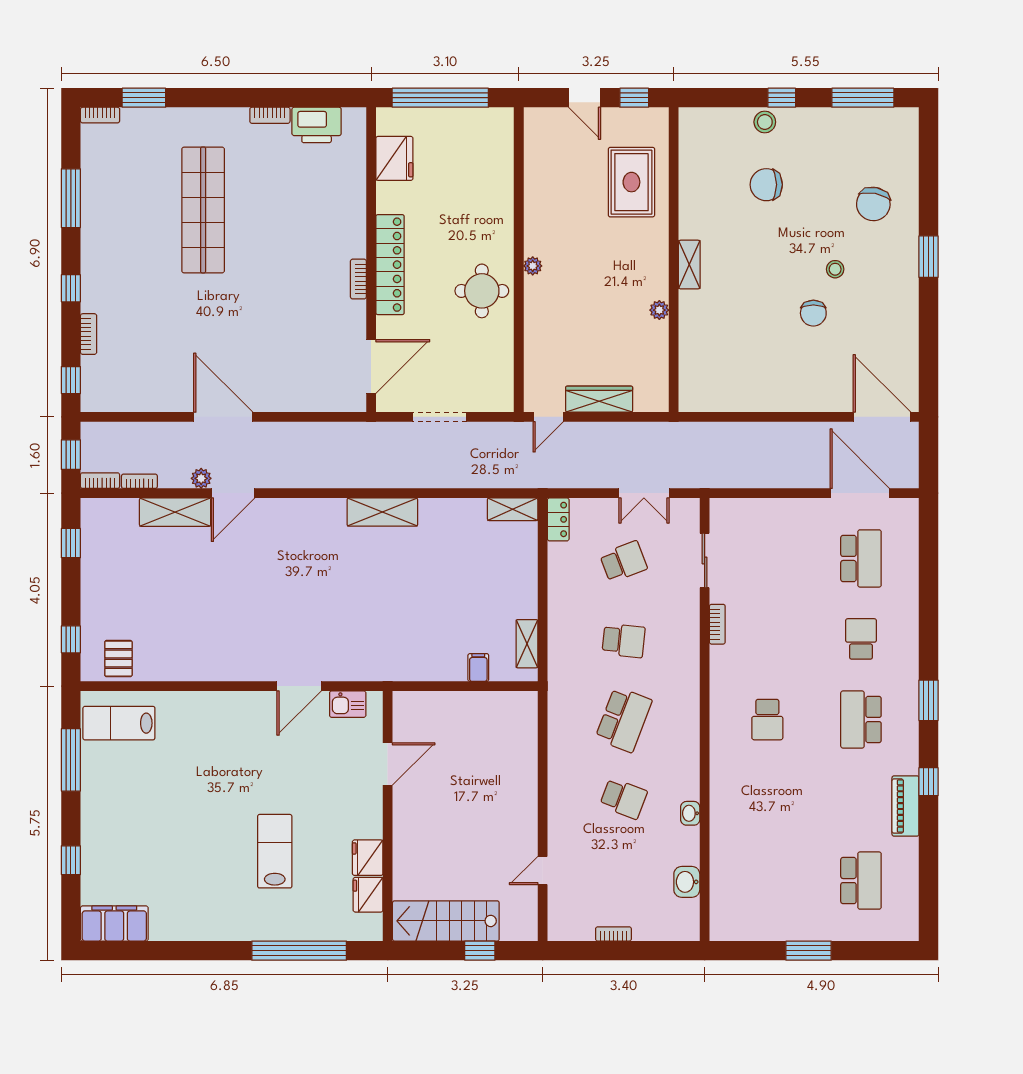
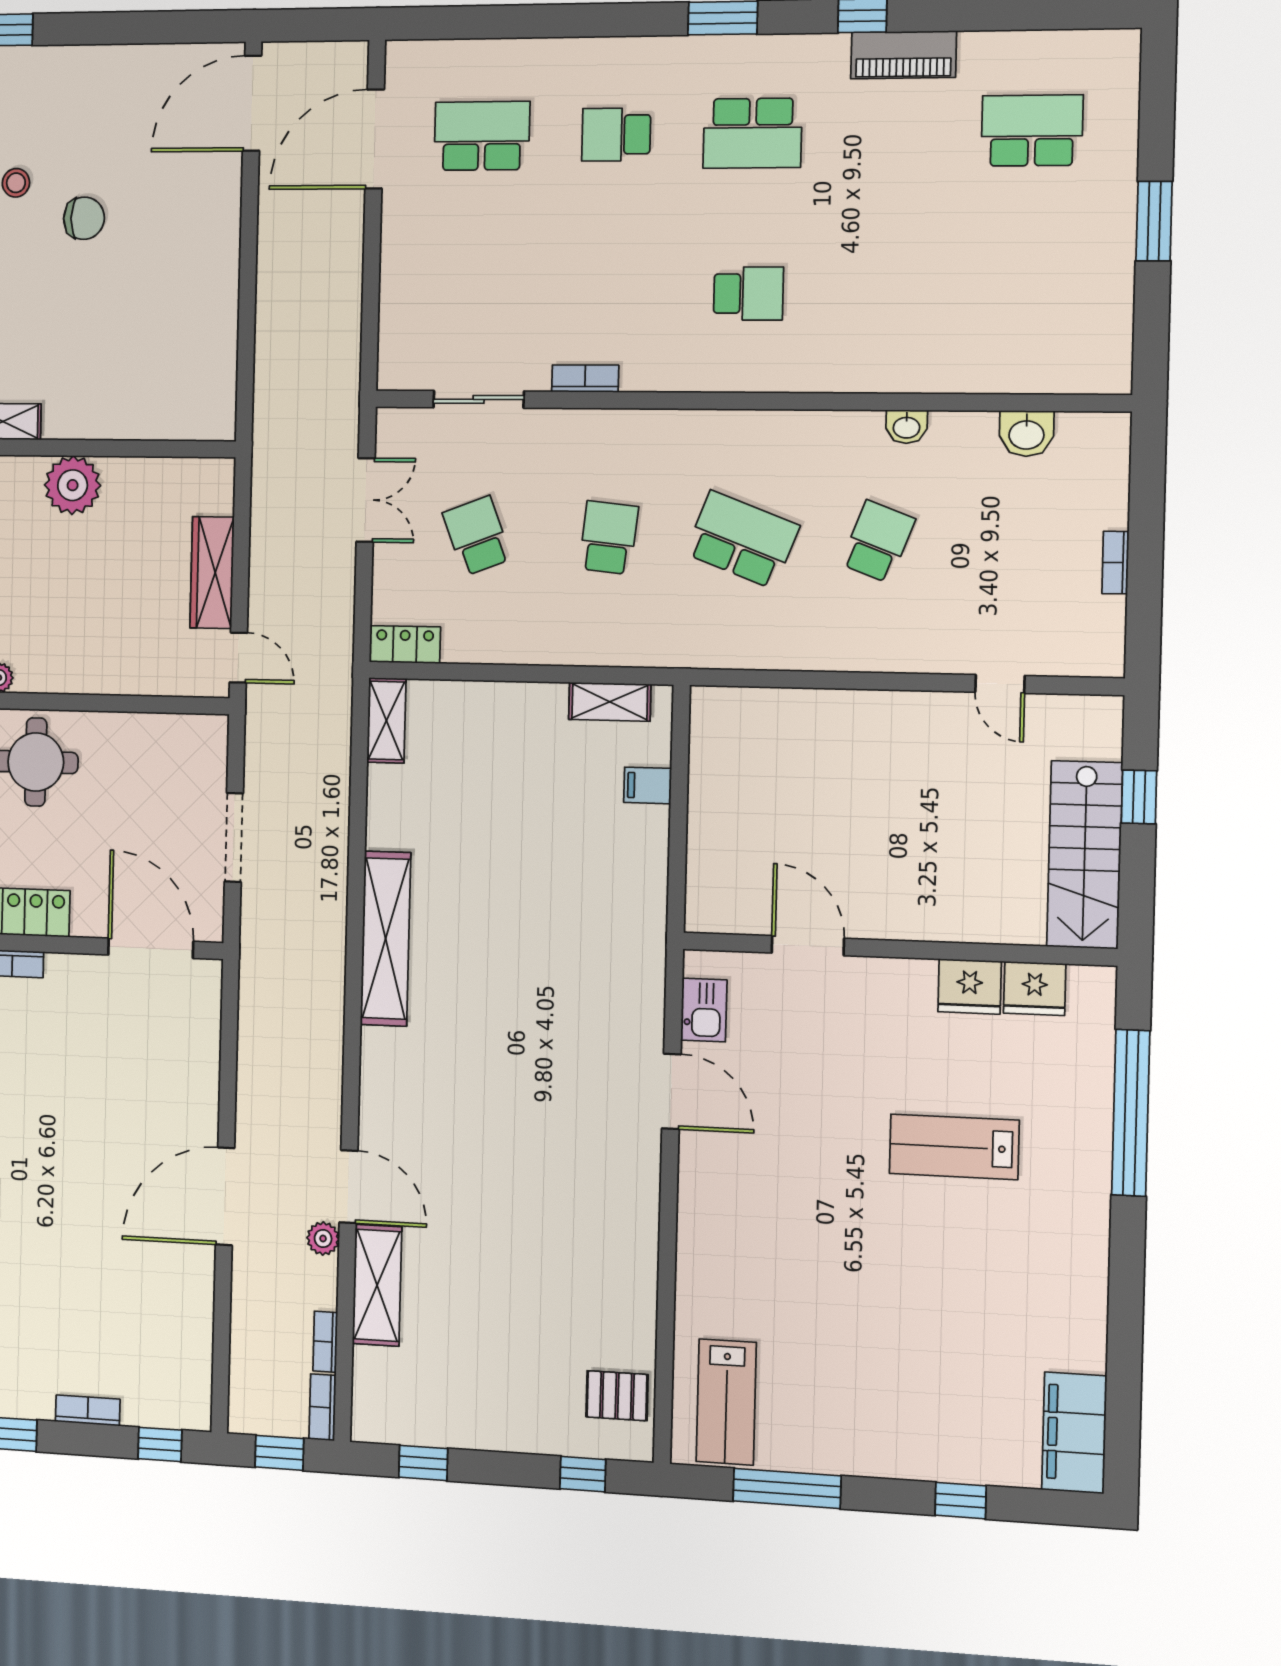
plant: (659, 310) -> (73, 485), width x1.88, depth x1.88
shelving: (382, 512) -> (386, 939), width x1.47

